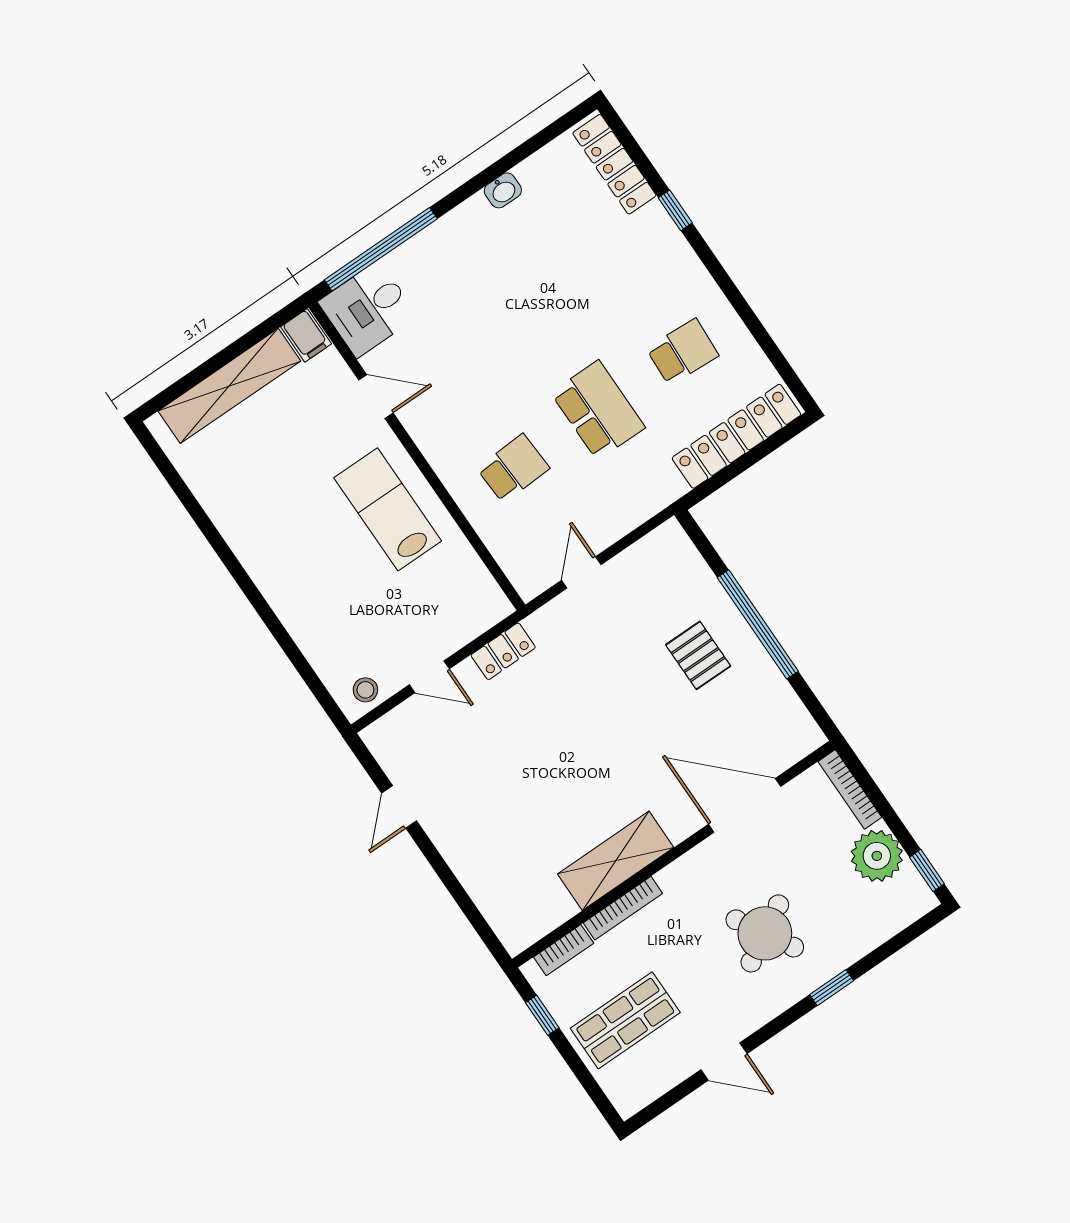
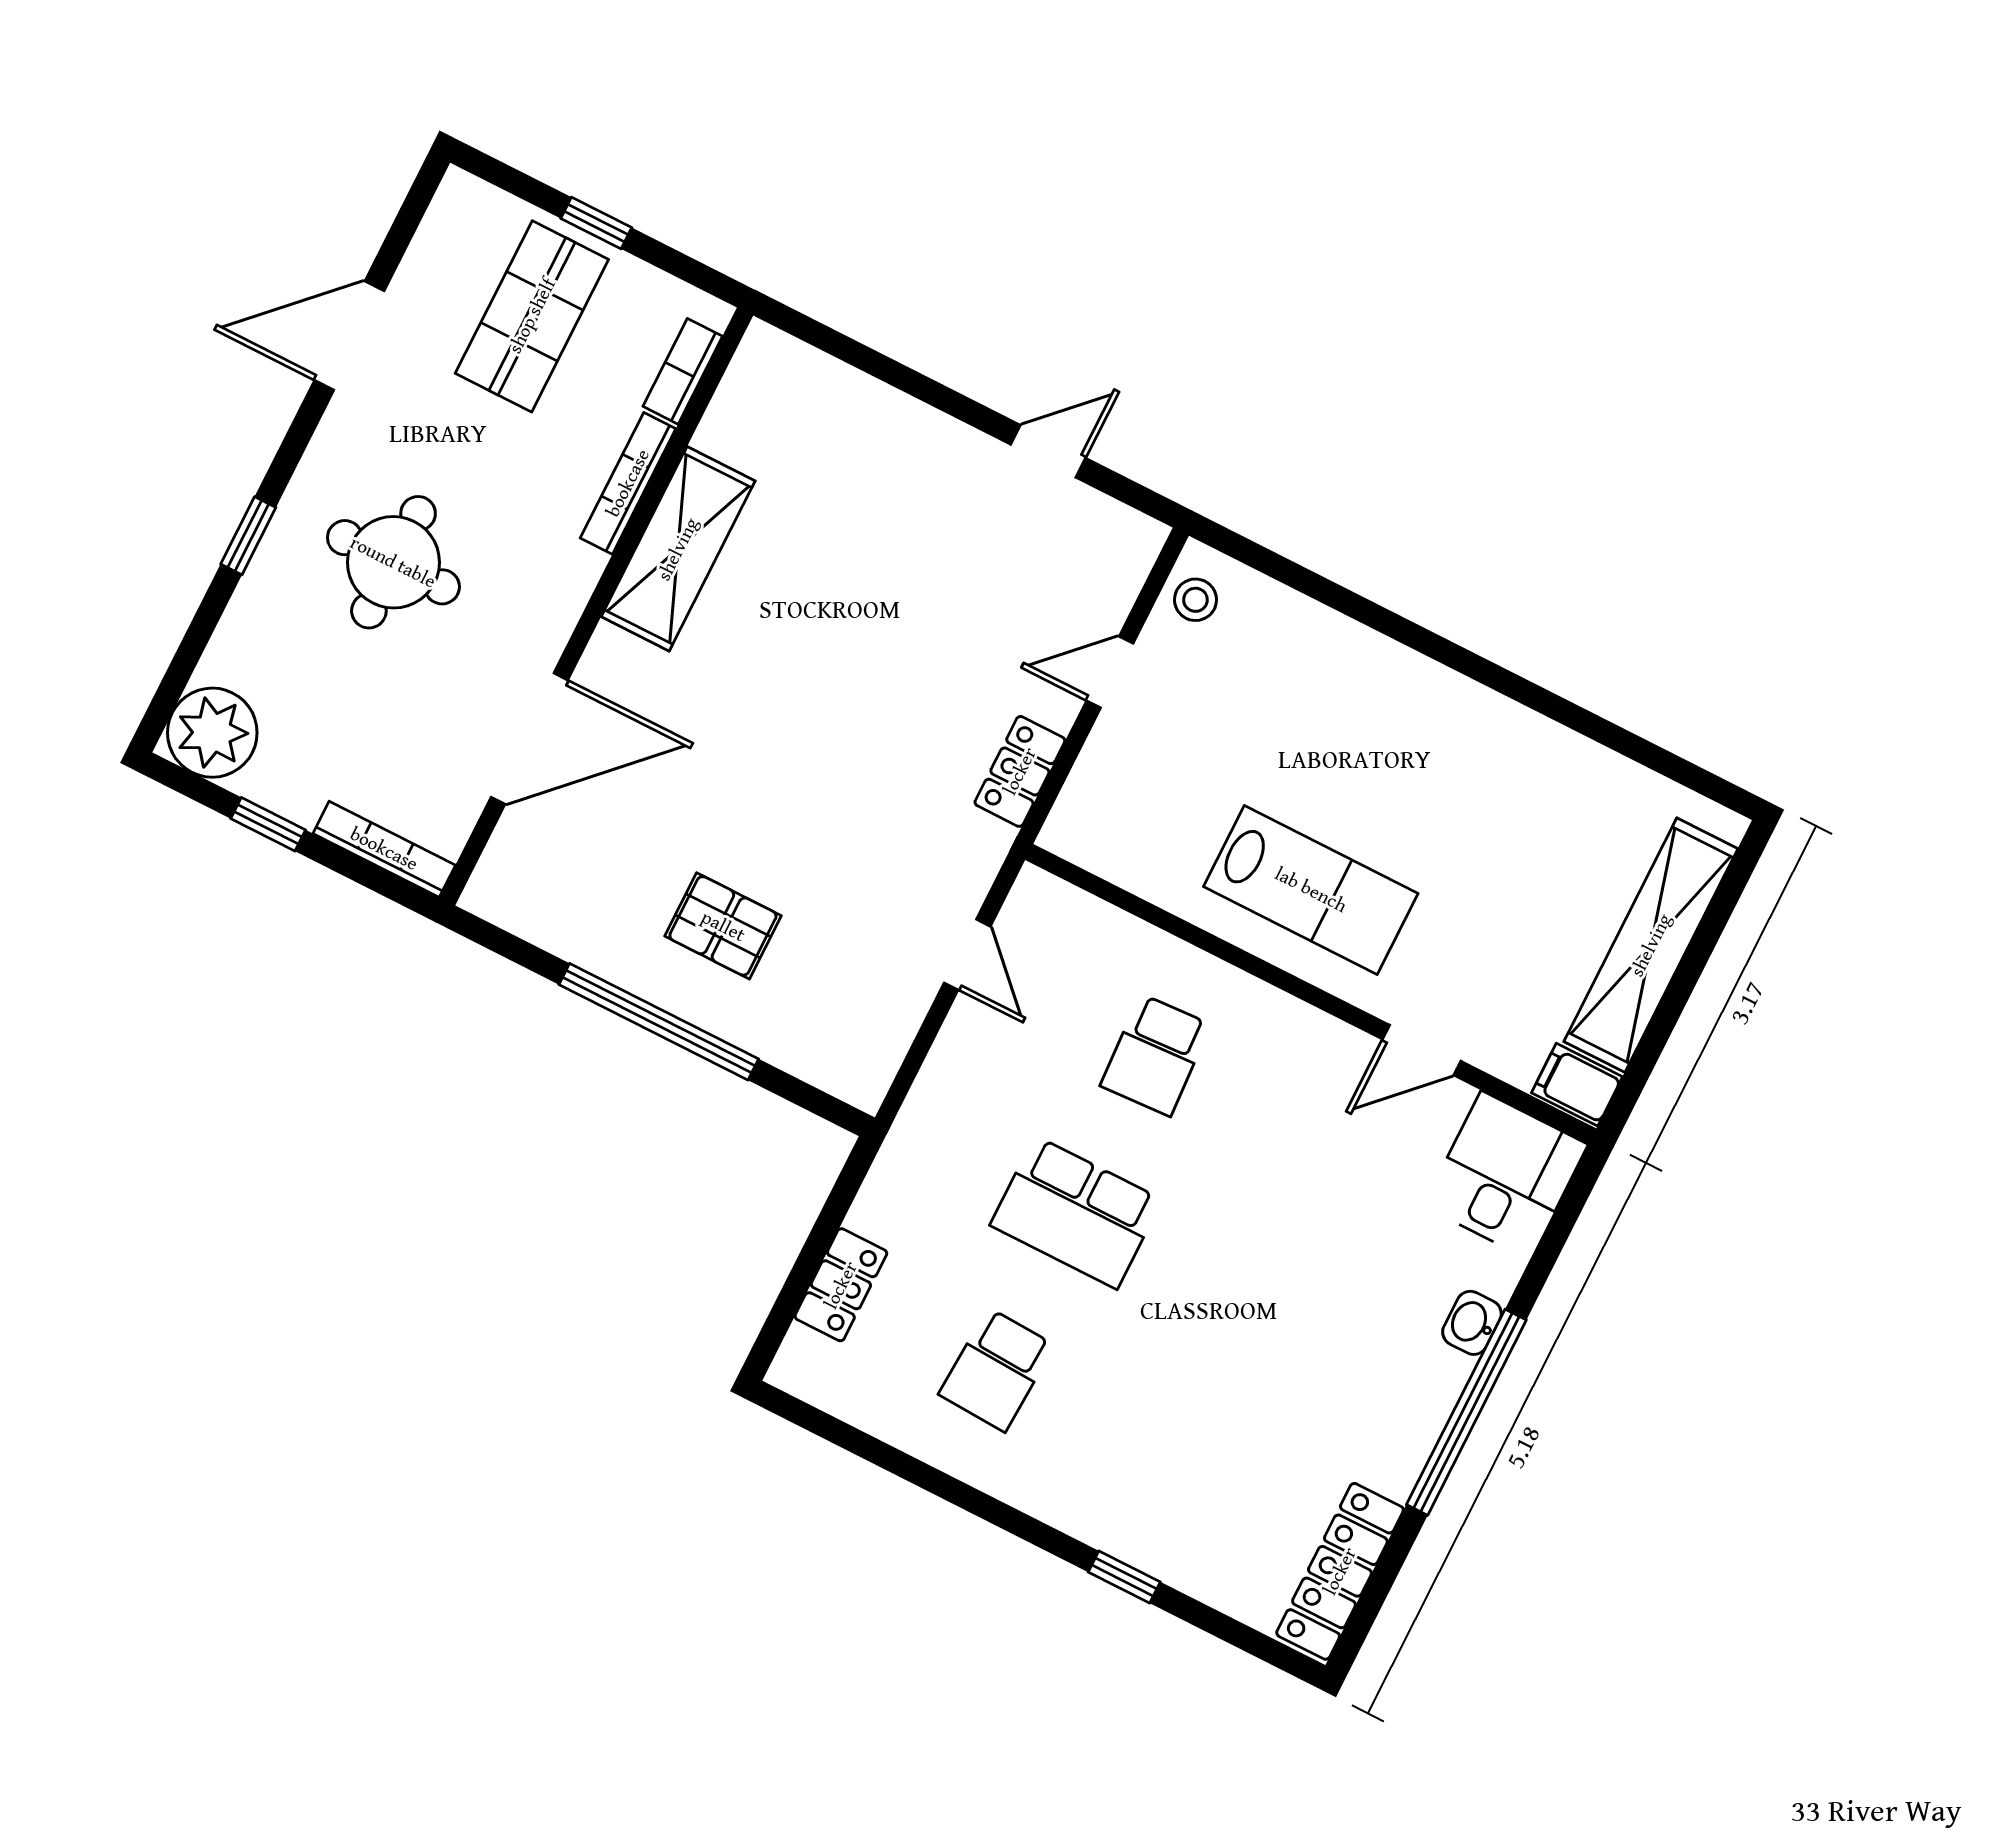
locker: (614, 164) -> (1340, 1571), moved, turned -90
washbasin: (503, 190) -> (1472, 1323), moved
window: (381, 249) -> (1466, 1412), moved
locker: (736, 436) -> (841, 1285), width x0.46, depth x0.83
door: (399, 807) -> (1048, 451), hinge flipped
plant: (877, 856) -> (212, 733), moved
window: (927, 870) -> (268, 824), moved
round table: (765, 933) -> (393, 562), turned 30
window: (542, 1015) -> (596, 223), moved
door: (724, 1062) -> (349, 336), width x1.38

